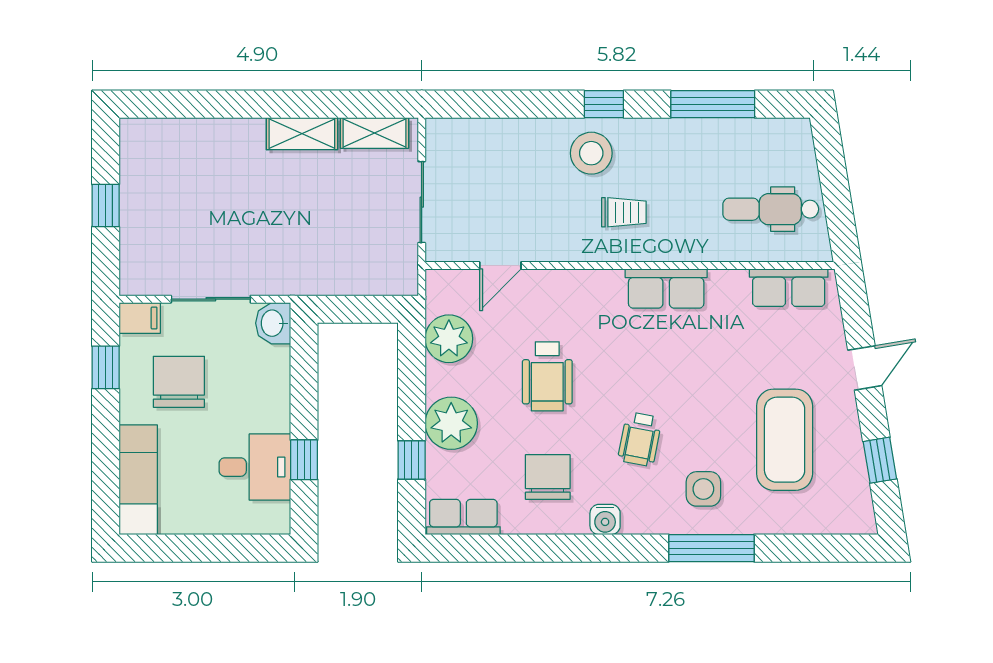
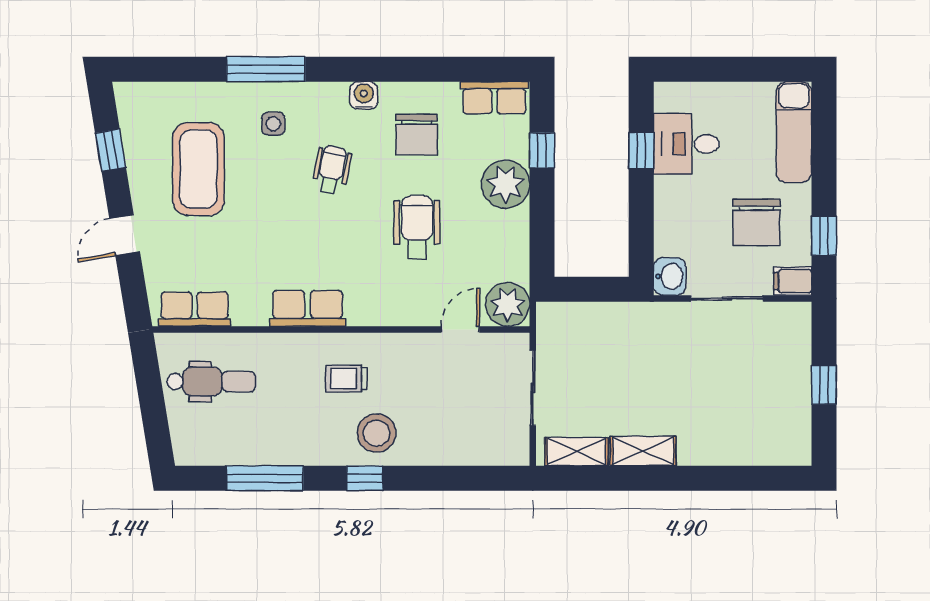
plant: (449, 339) -> (508, 304), moved
side table: (703, 489) -> (273, 124), width x0.73, depth x0.73

